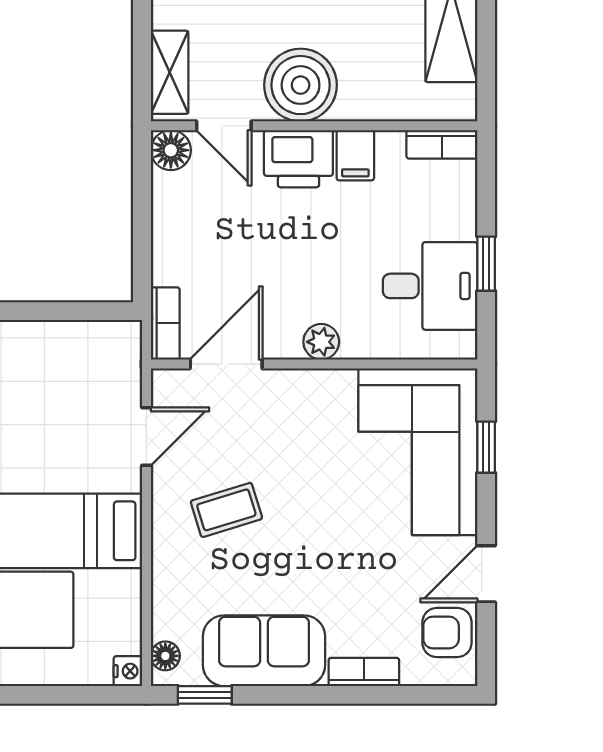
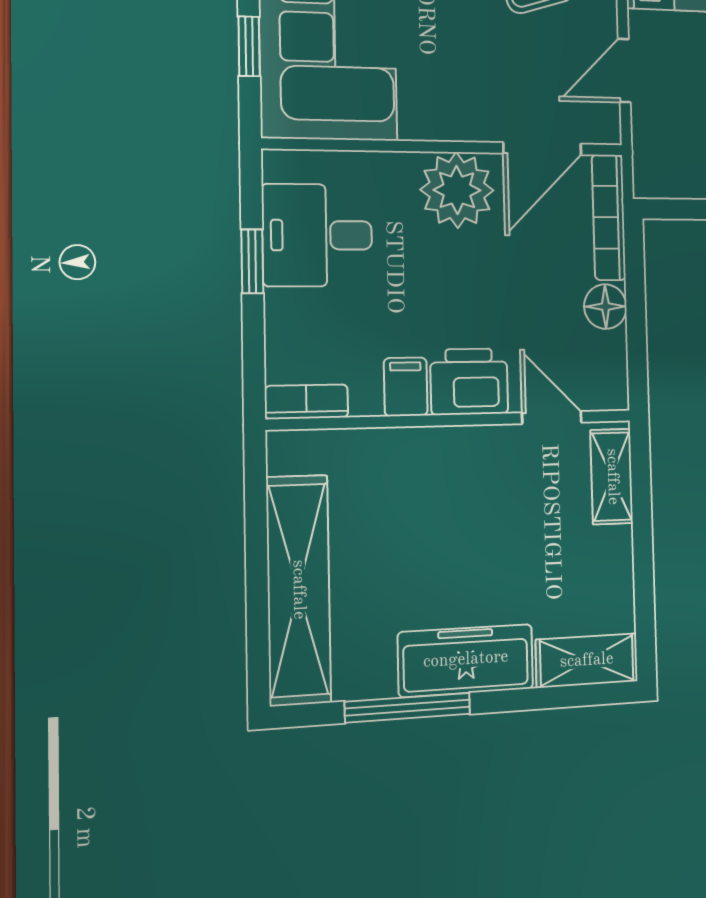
boiler: (301, 85) -> (469, 467), removed
floor lamp: (171, 150) -> (605, 307), moved
bookcase: (165, 323) -> (609, 217), width x1.56
plant: (321, 342) -> (457, 190), width x1.87, depth x1.87

